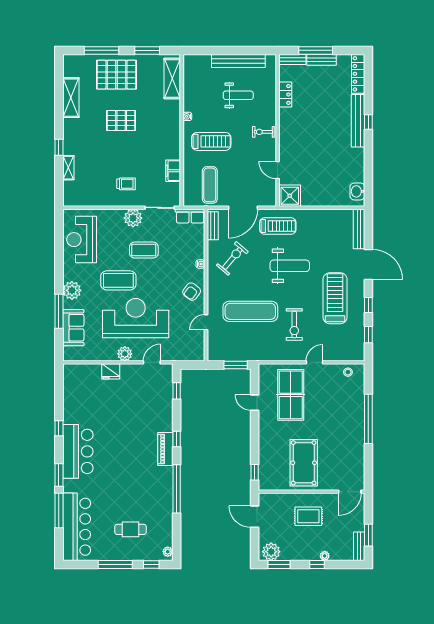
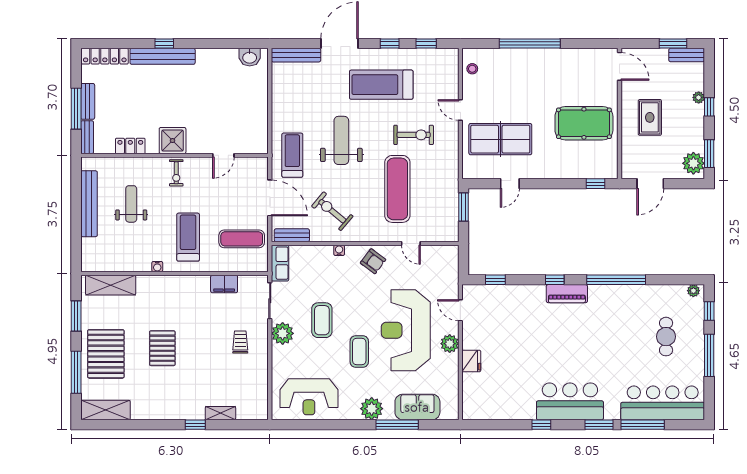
shelving: (71, 98) -> (105, 410), moved
shower: (290, 196) -> (173, 141), moved
coffee table: (118, 280) -> (359, 352), width x0.73, depth x0.76

